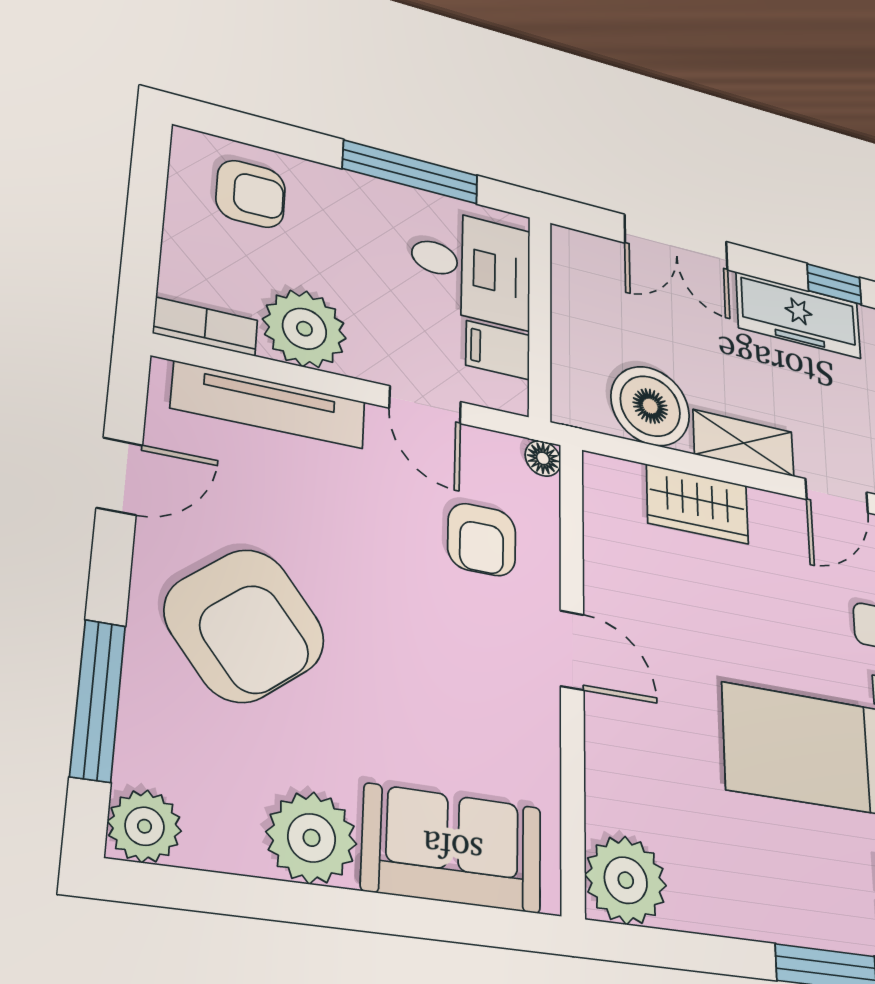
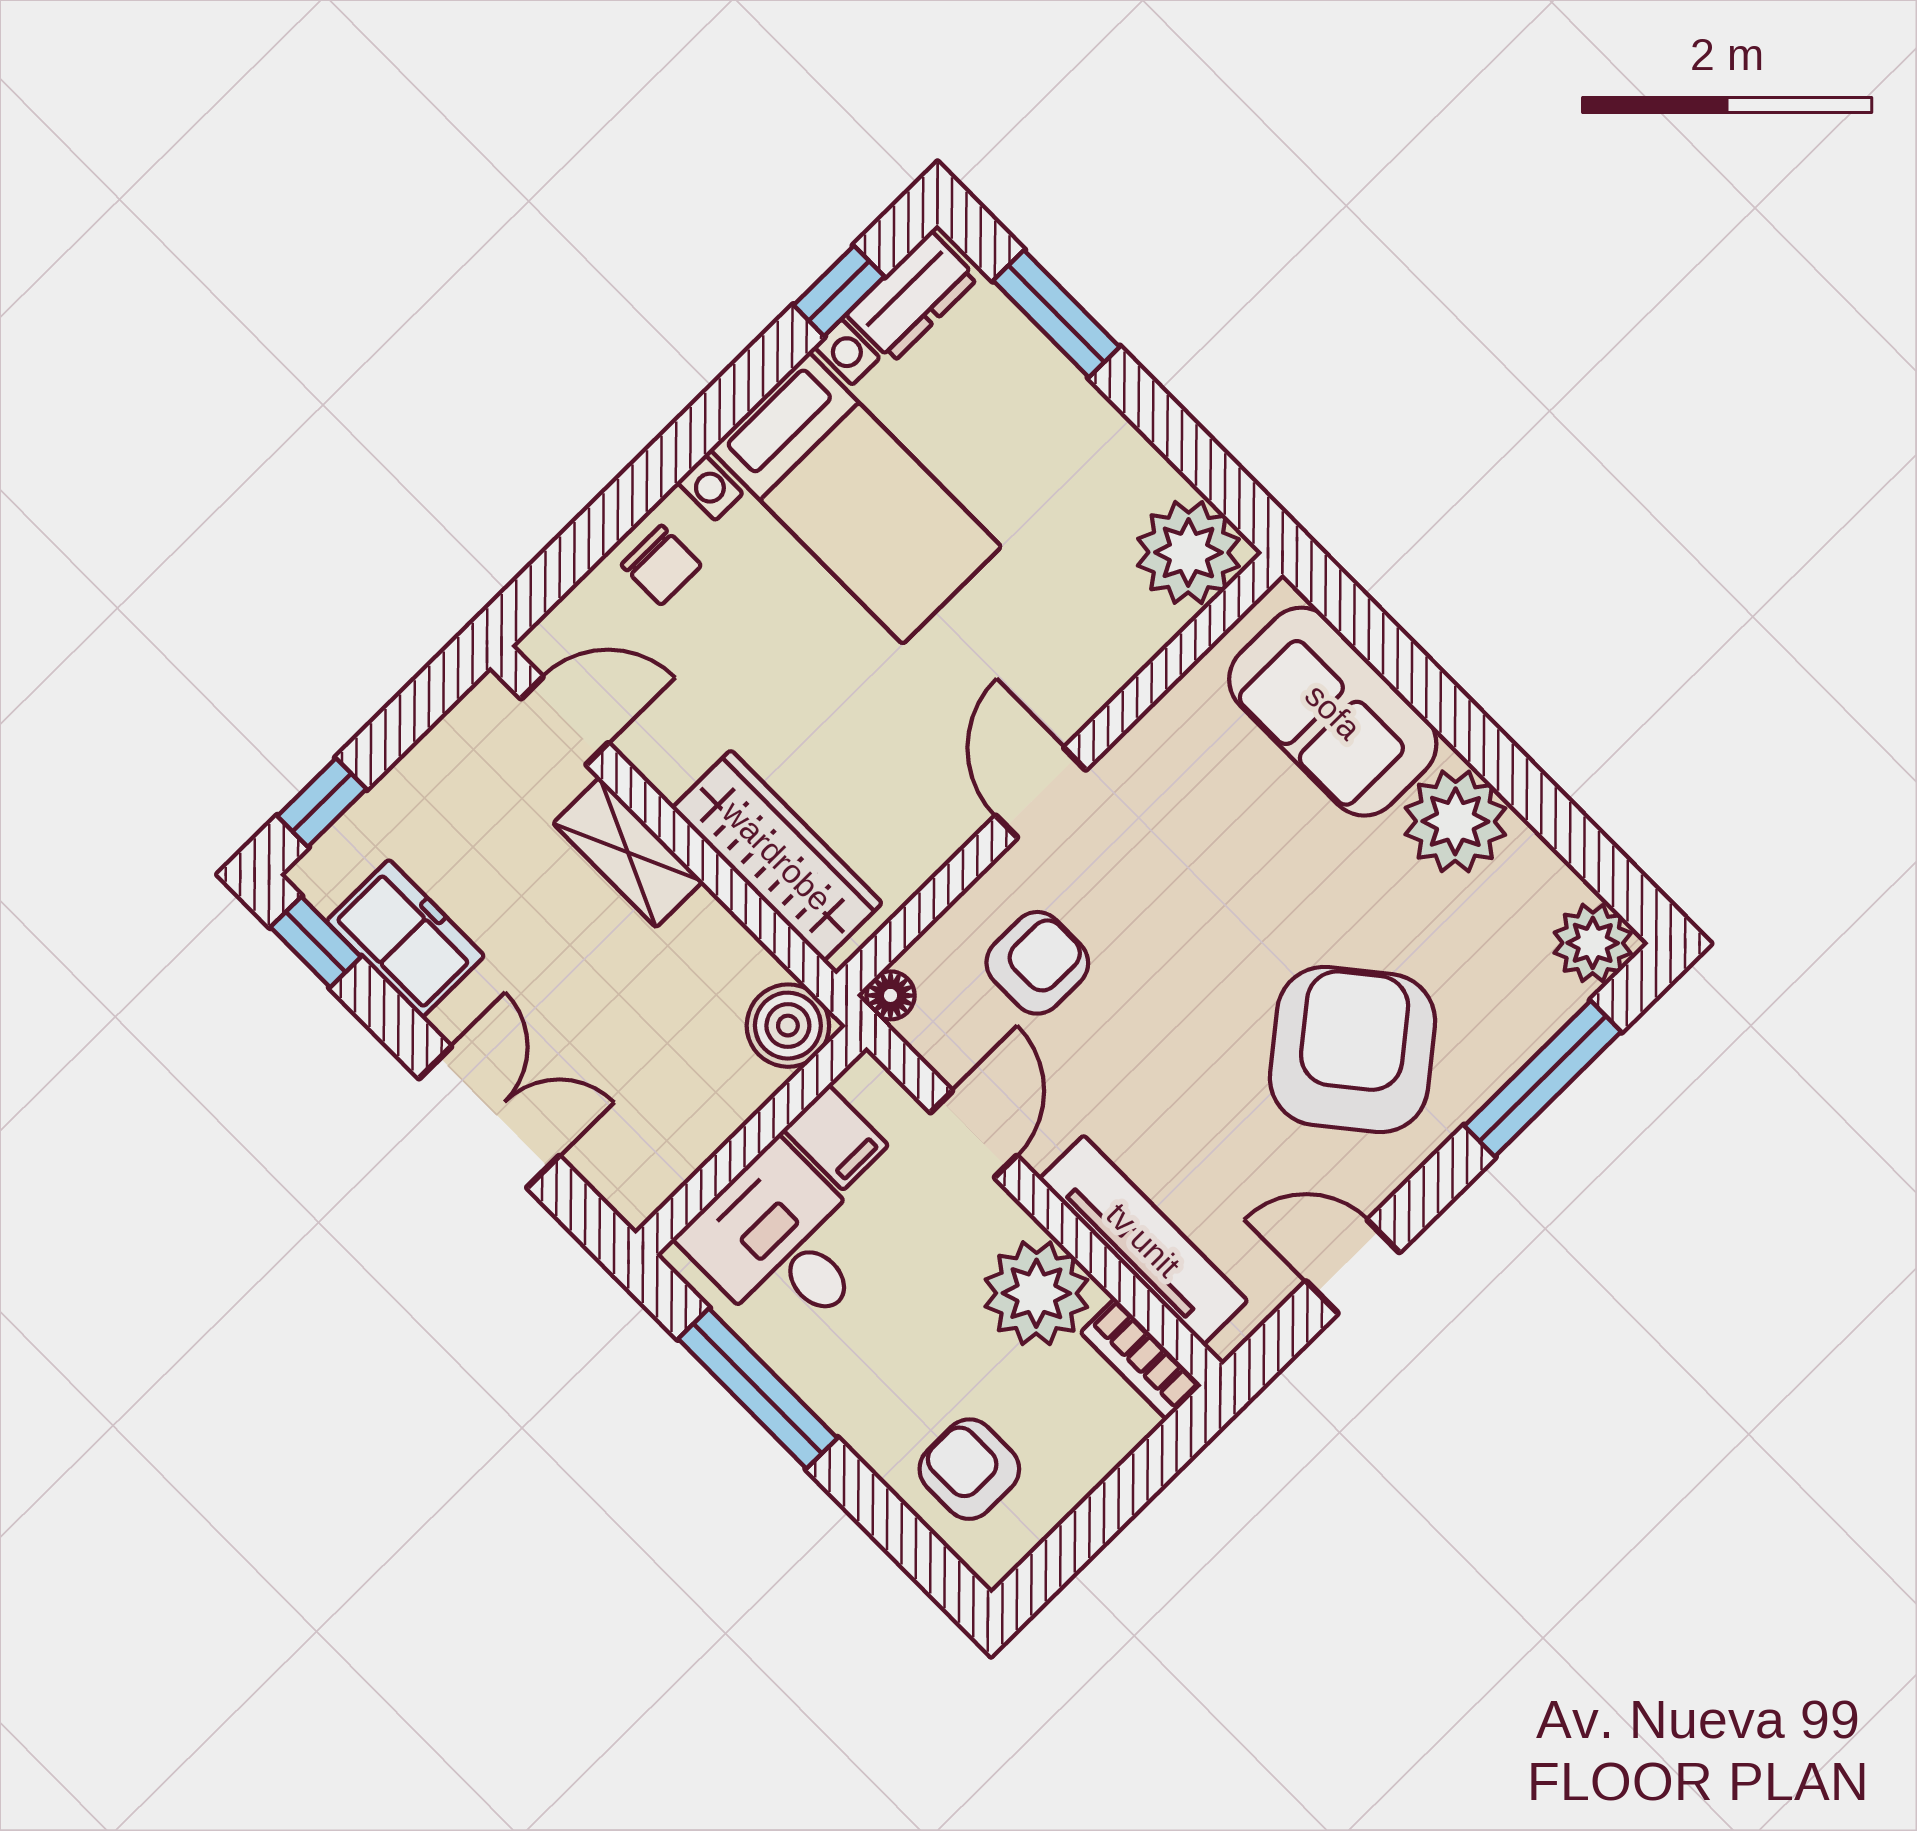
freezer: (799, 315) -> (405, 939), width x0.71
boiler: (650, 406) -> (788, 1026), moved, width x0.73, depth x0.73
wardrobe: (698, 504) -> (777, 856), width x1.50

